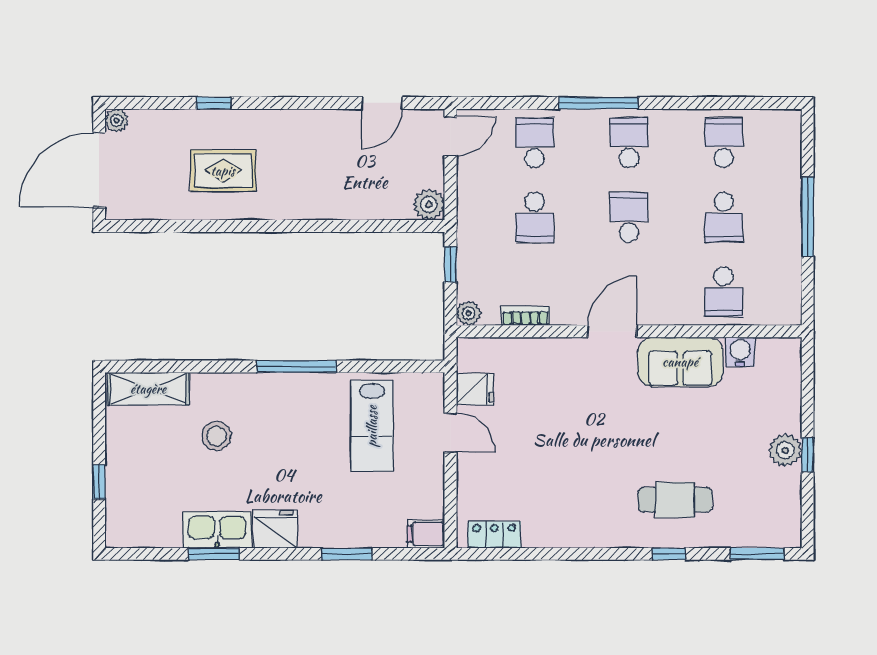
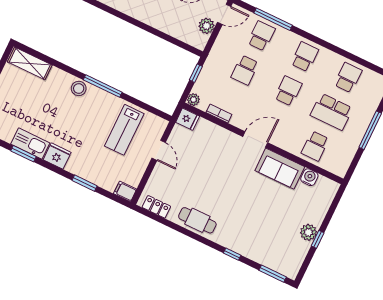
window: (599, 103) -> (273, 19), moved
plant: (429, 204) -> (206, 26), moved
school desk: (724, 217) -> (332, 112), width x1.85
fridge: (475, 389) -> (188, 119), moved
stool: (217, 436) -> (79, 88), moved
cafe table: (675, 500) -> (197, 220), moved

